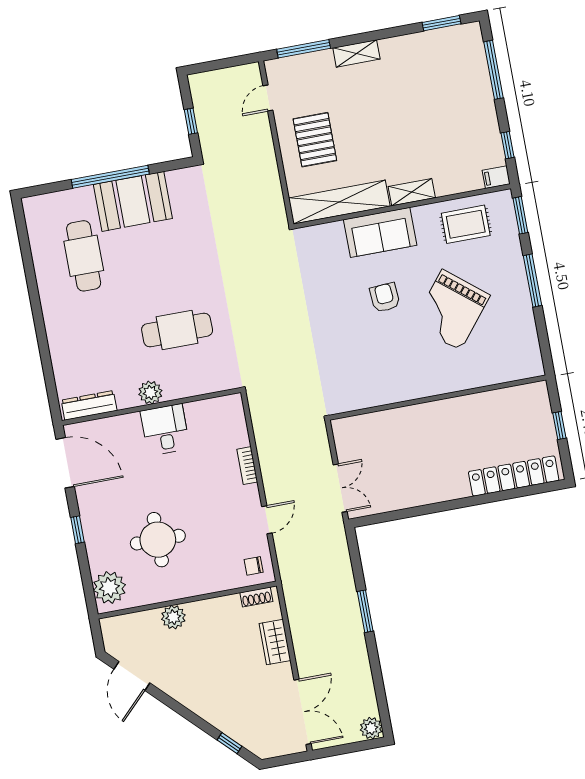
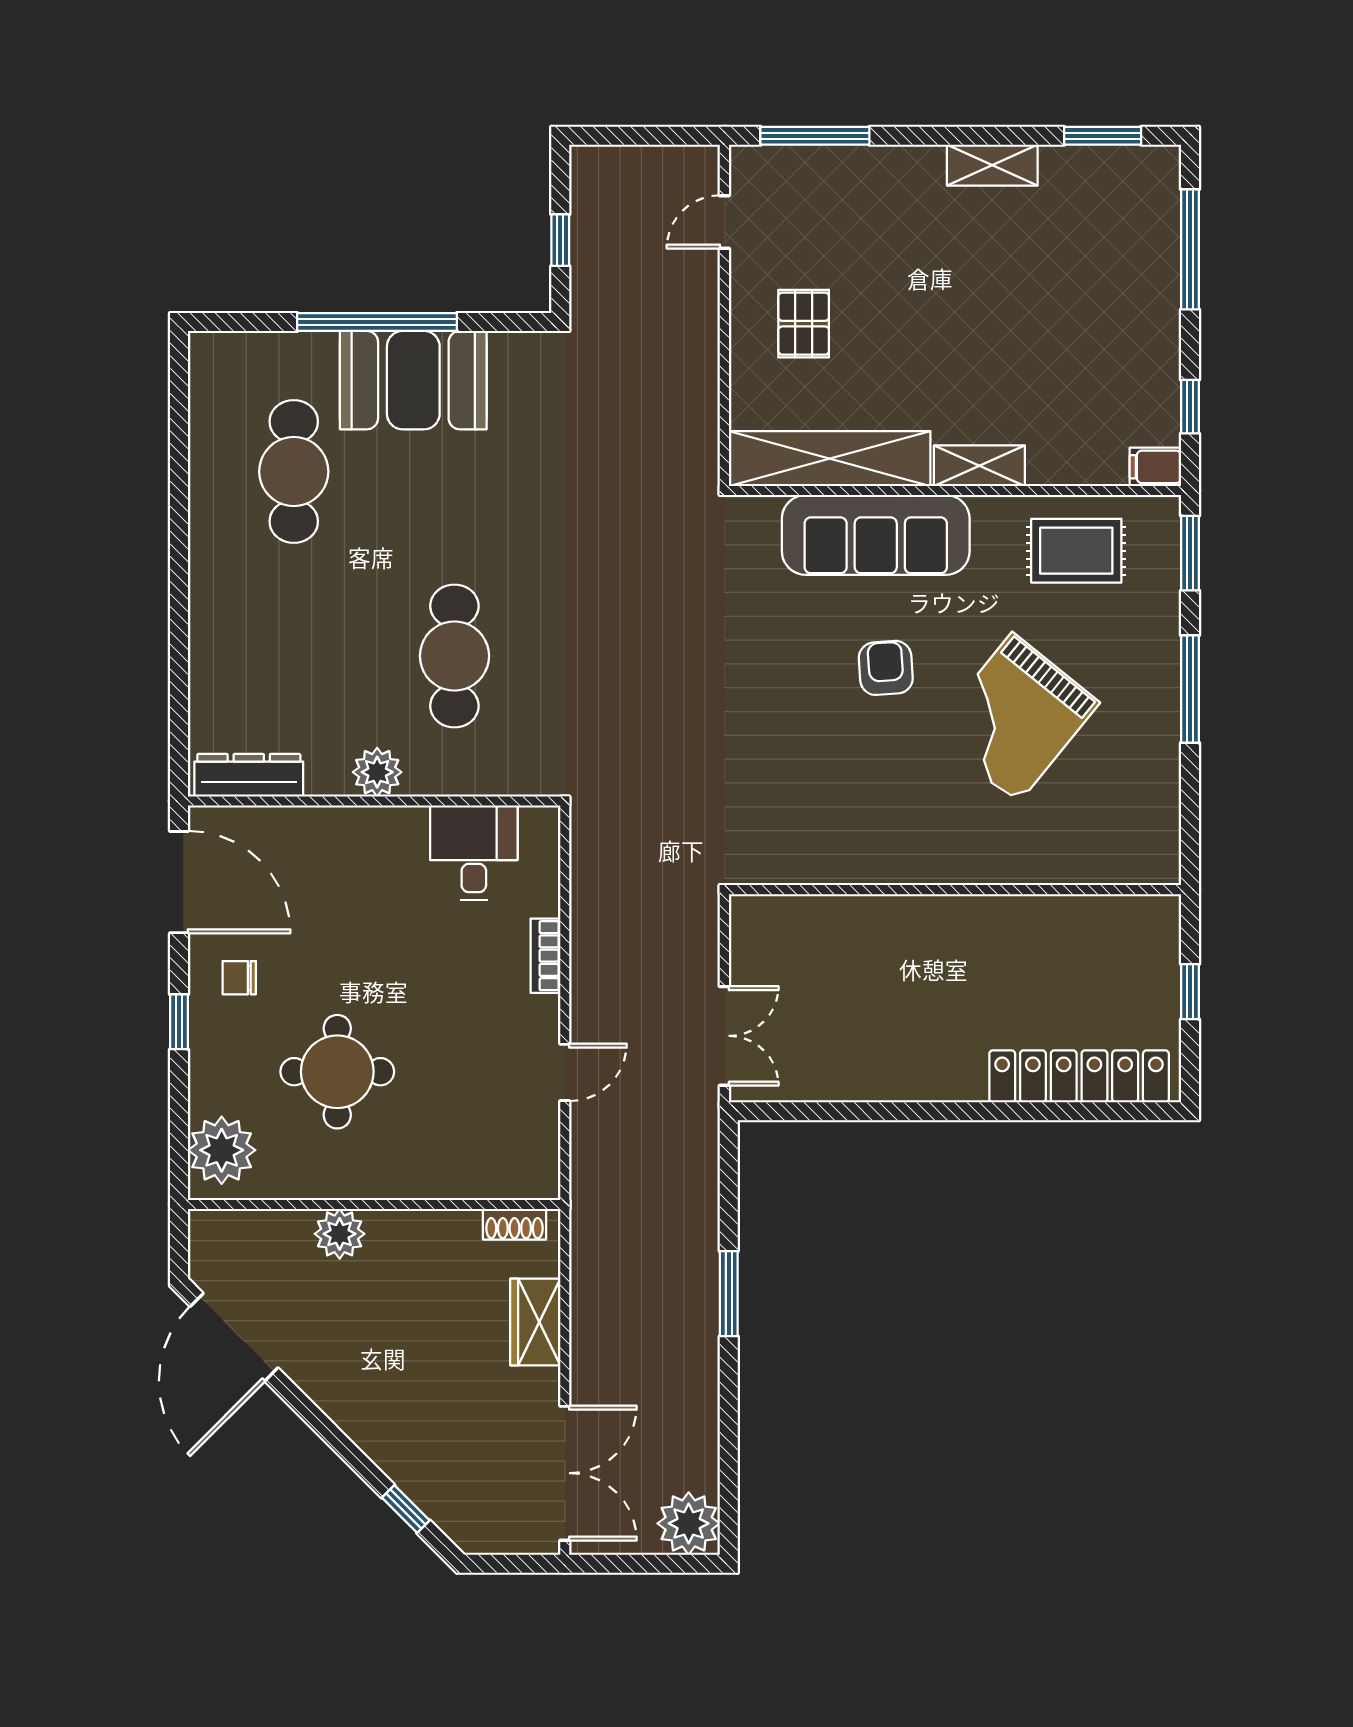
shelving: (356, 53) -> (992, 165), moved
pallet: (315, 140) -> (804, 324), width x0.67, depth x0.71
sofa: (380, 232) -> (876, 535), width x1.36
cafe table: (177, 330) -> (454, 656), turned 90
desk: (165, 430) -> (474, 853), moved
chair: (254, 566) -> (239, 978), moved
door: (132, 676) -> (234, 1337), width x1.36
plant: (371, 728) -> (689, 1523), width x1.36, depth x1.36

